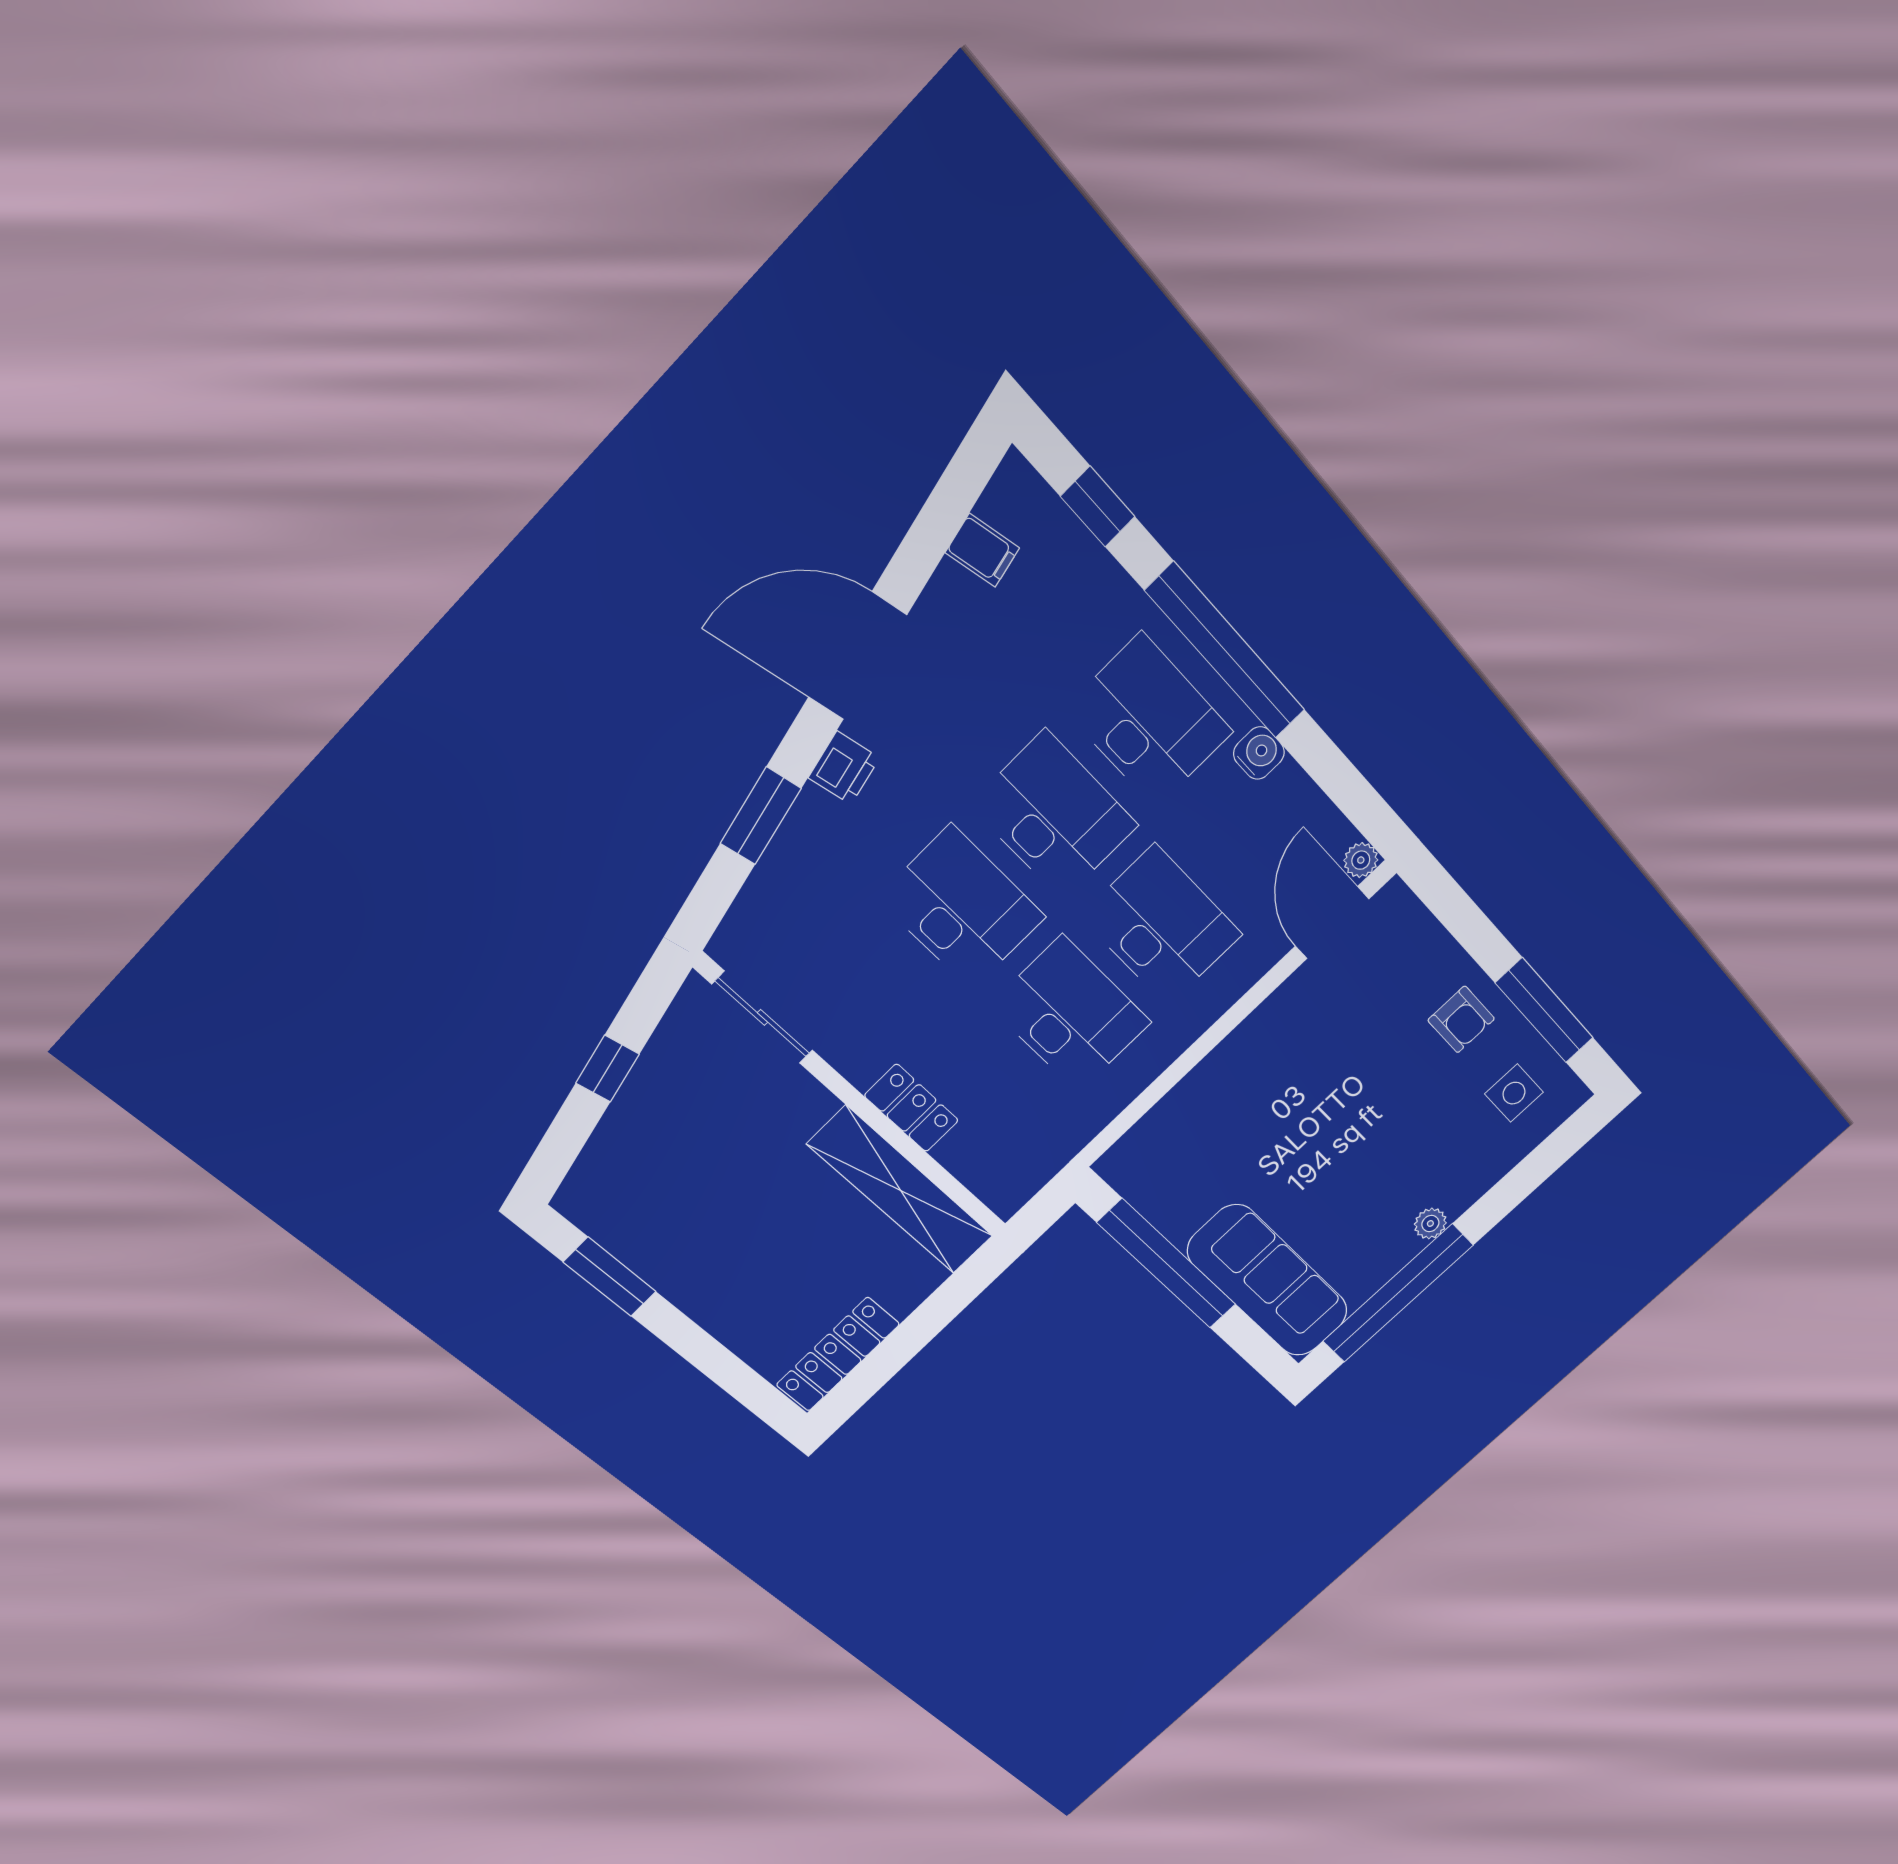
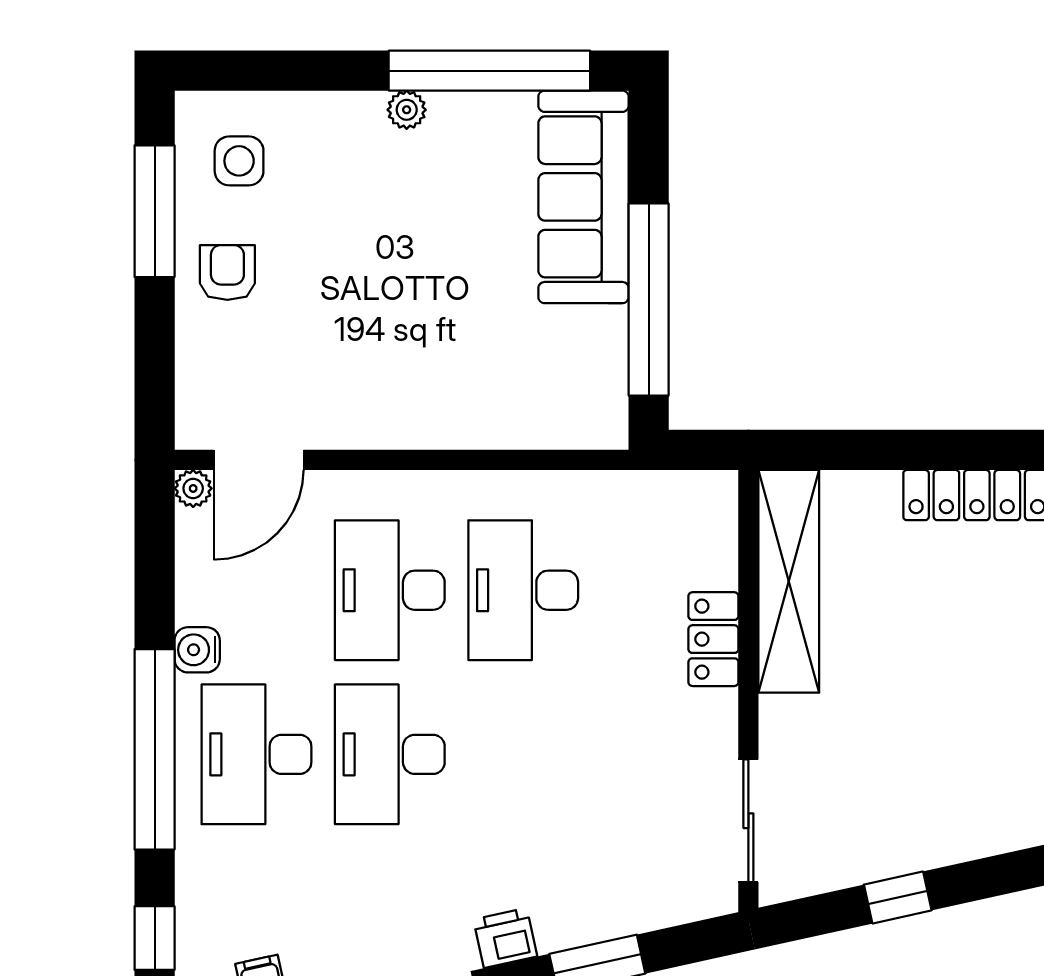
desk: (961, 908) -> (523, 754), removed

